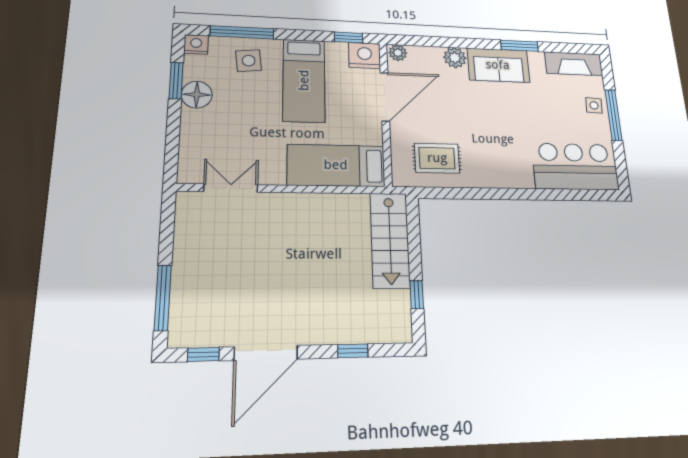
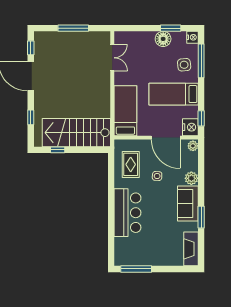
side table: (594, 105) -> (157, 176), moved
window: (614, 115) -> (136, 269), moved
bar counter: (575, 167) -> (127, 213), moved
stairs: (390, 240) -> (76, 133), width x1.36, depth x1.51
window: (163, 298) -> (73, 28), moved

